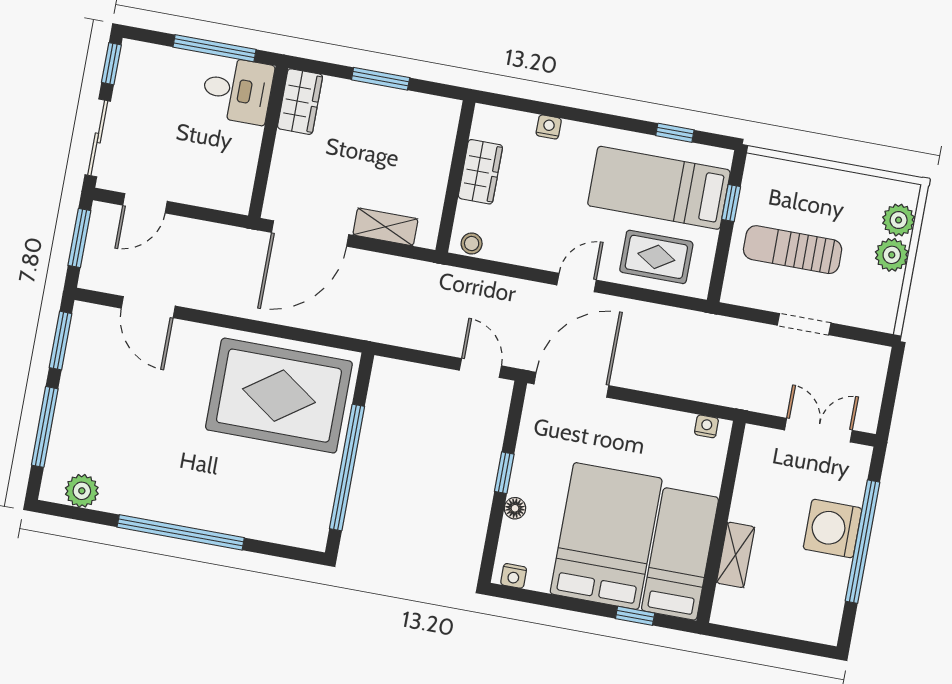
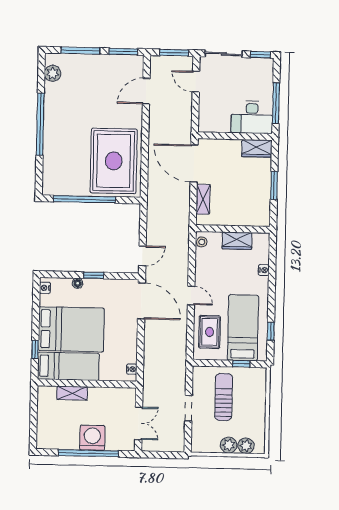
desk: (237, 90) -> (252, 117), width x1.37

